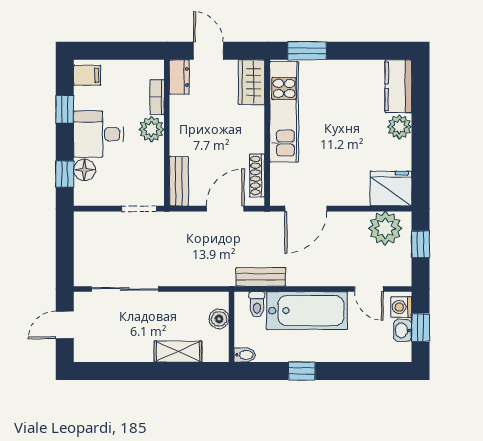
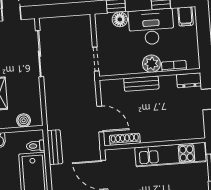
wardrobe: (251, 82) -> (189, 131), removed
desk: (99, 134) -> (151, 27), width x1.37
bench: (179, 181) -> (141, 84), moved

